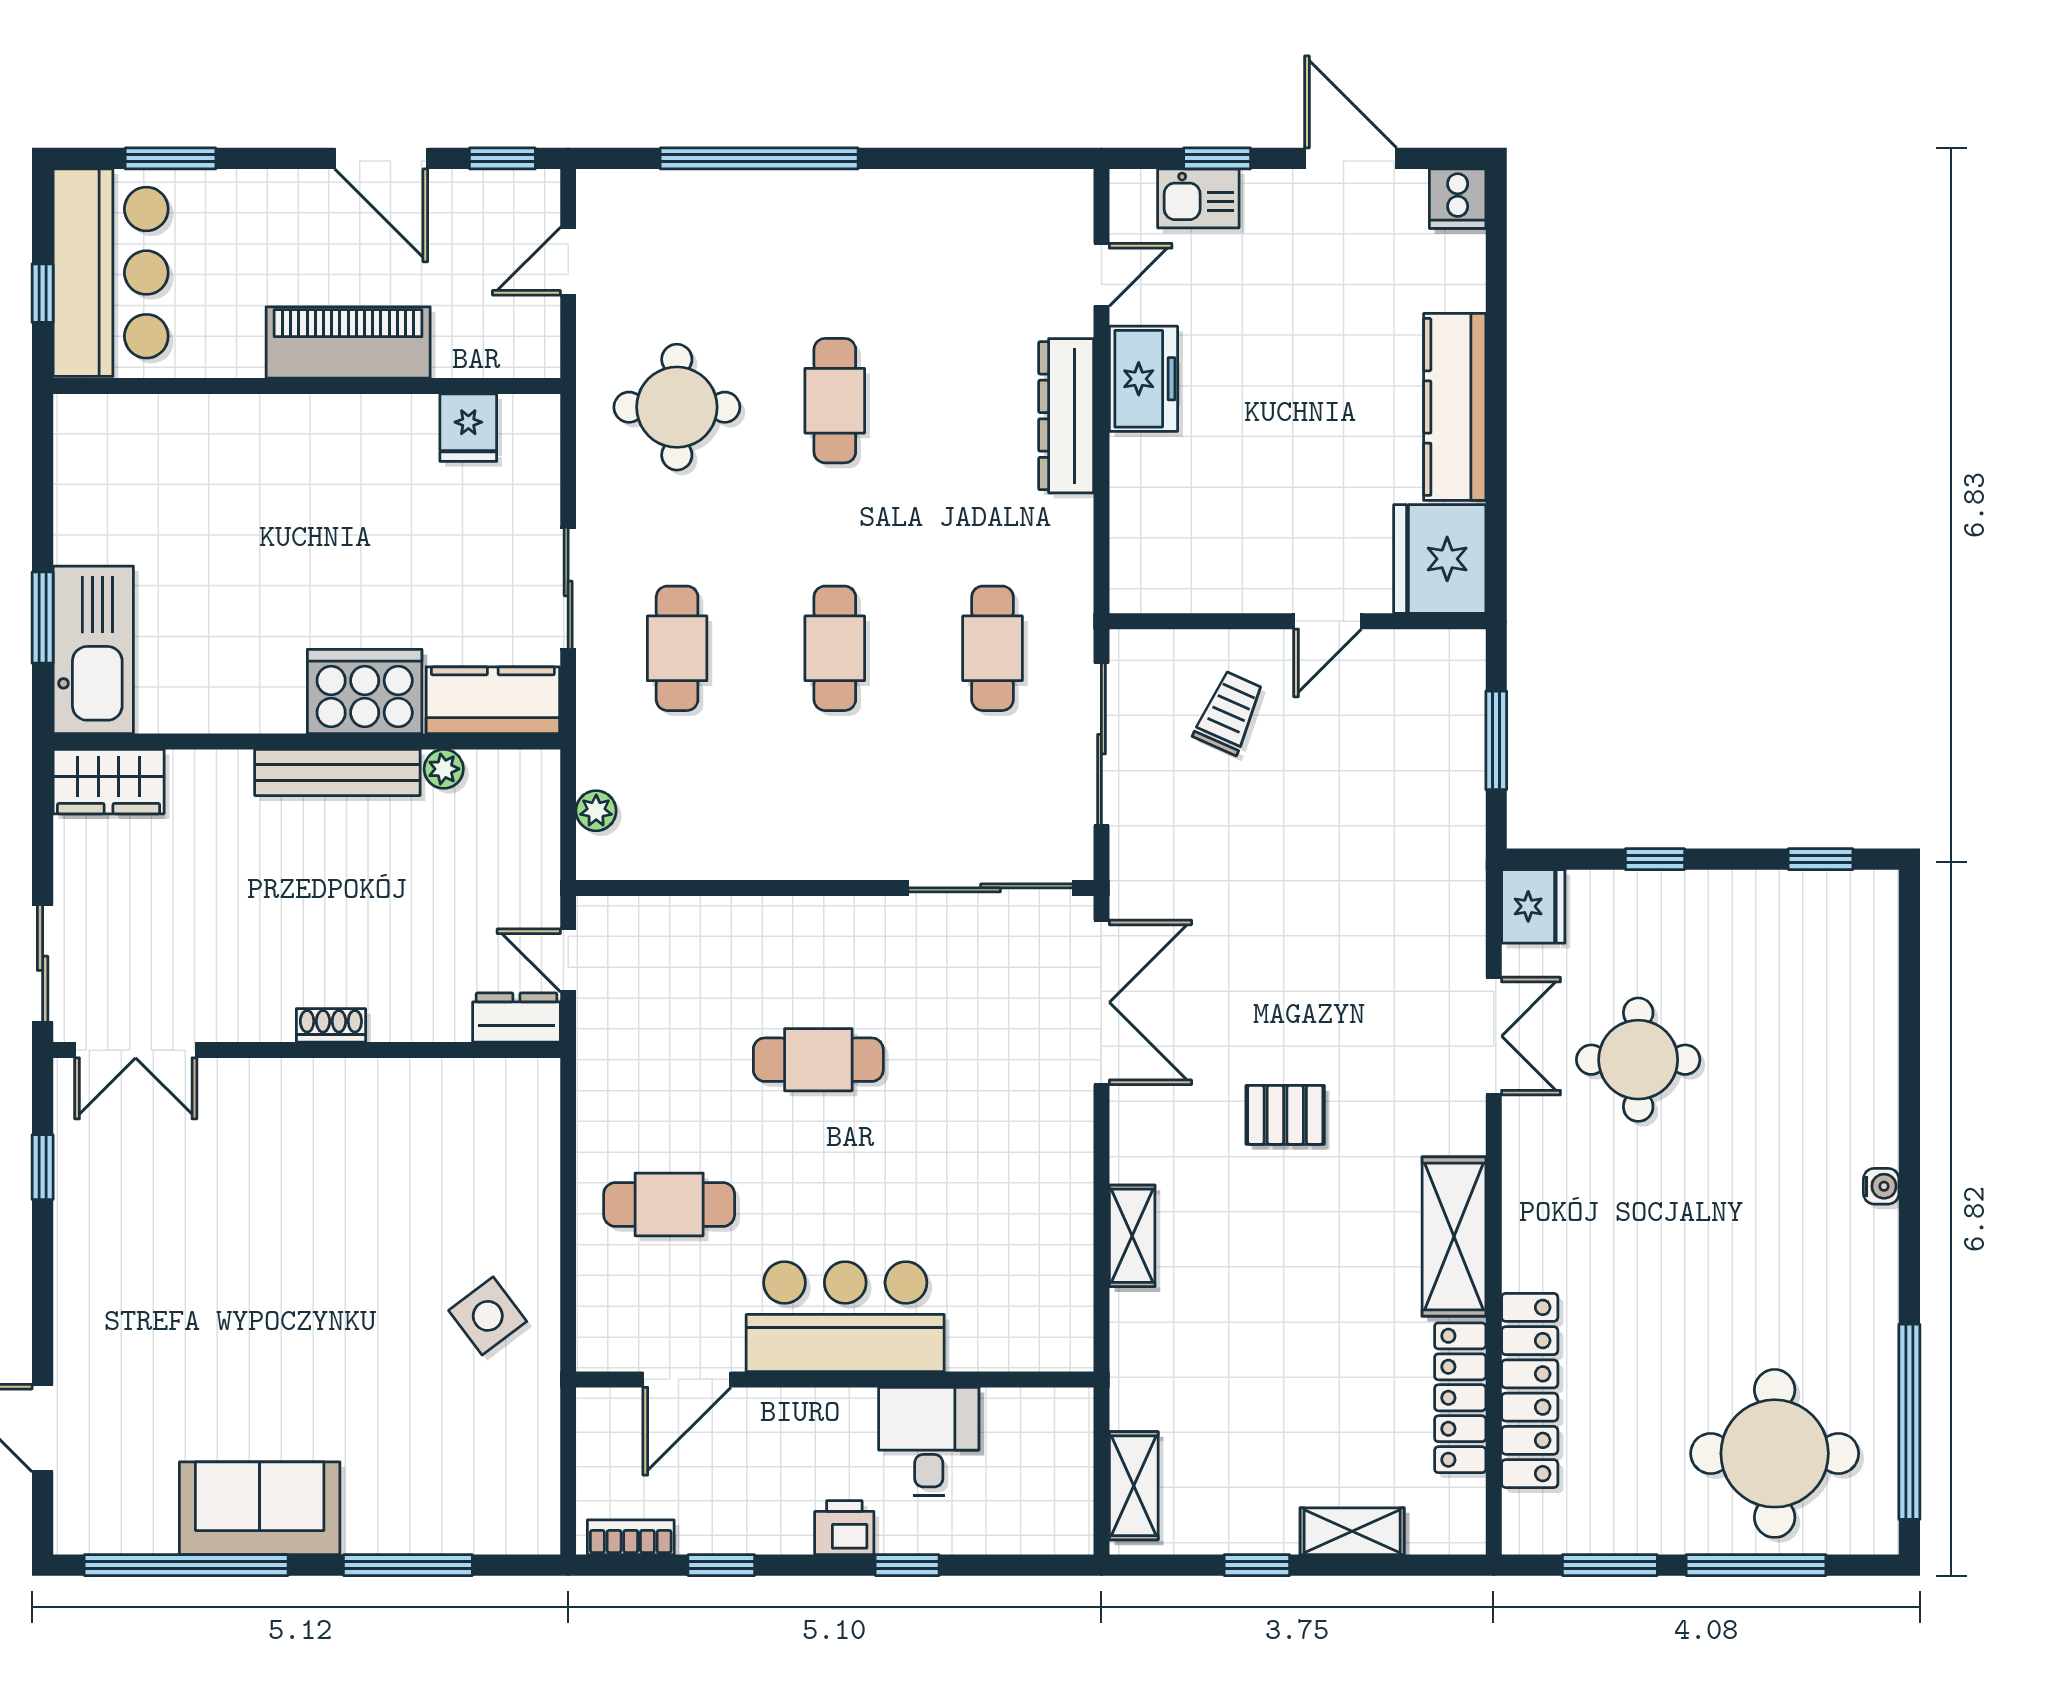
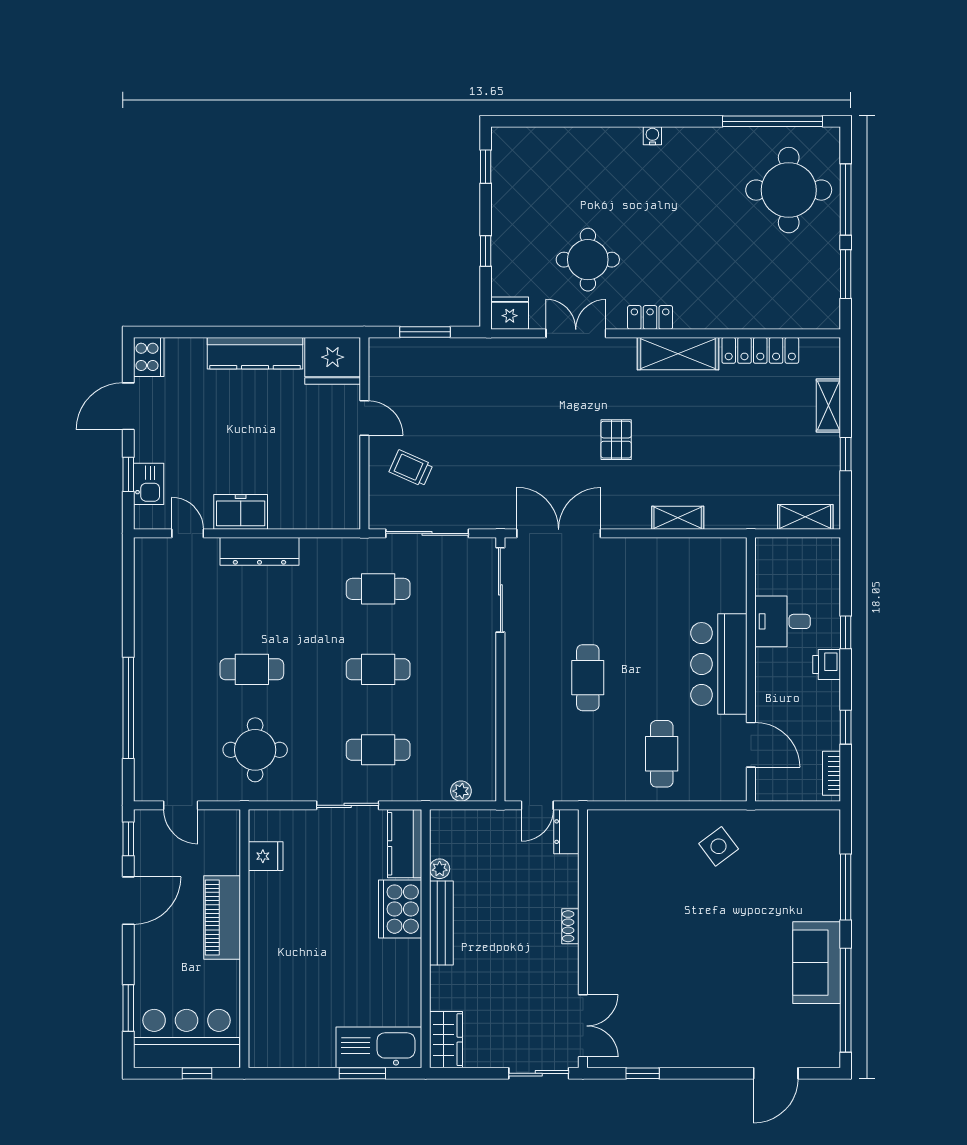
cooker: (1458, 199) -> (149, 357), width x1.36
locker: (1530, 1390) -> (650, 317), moved, width x0.46, depth x0.83

